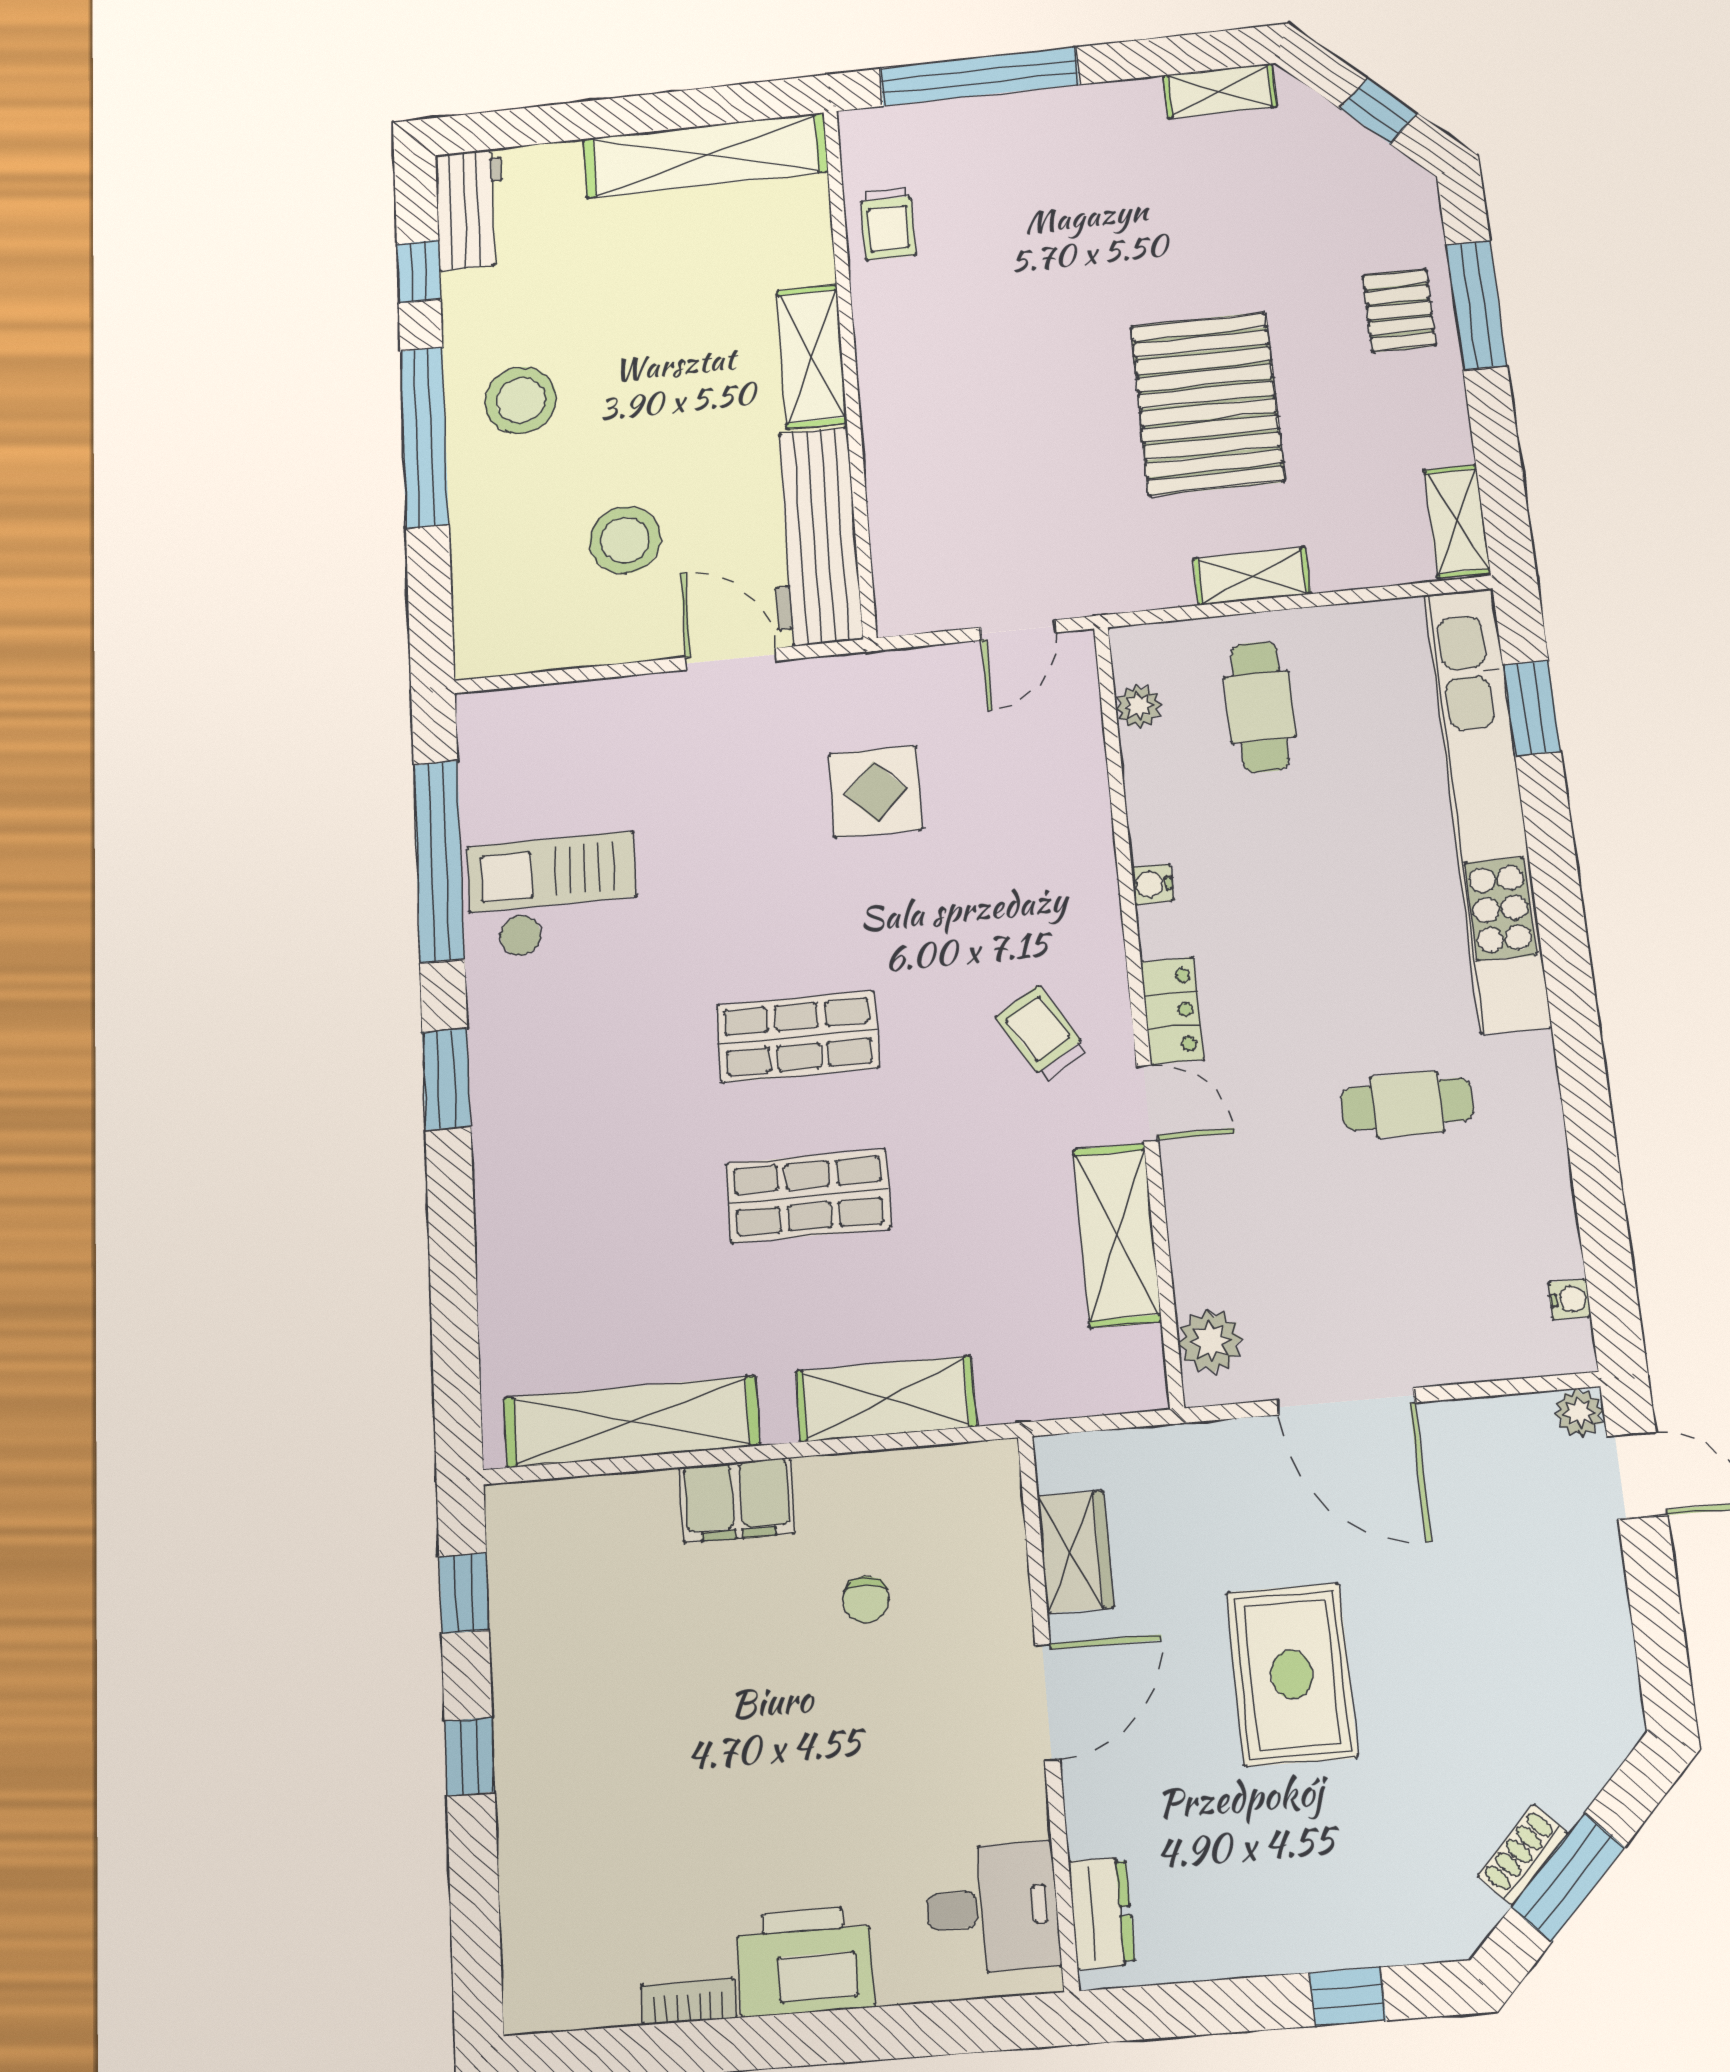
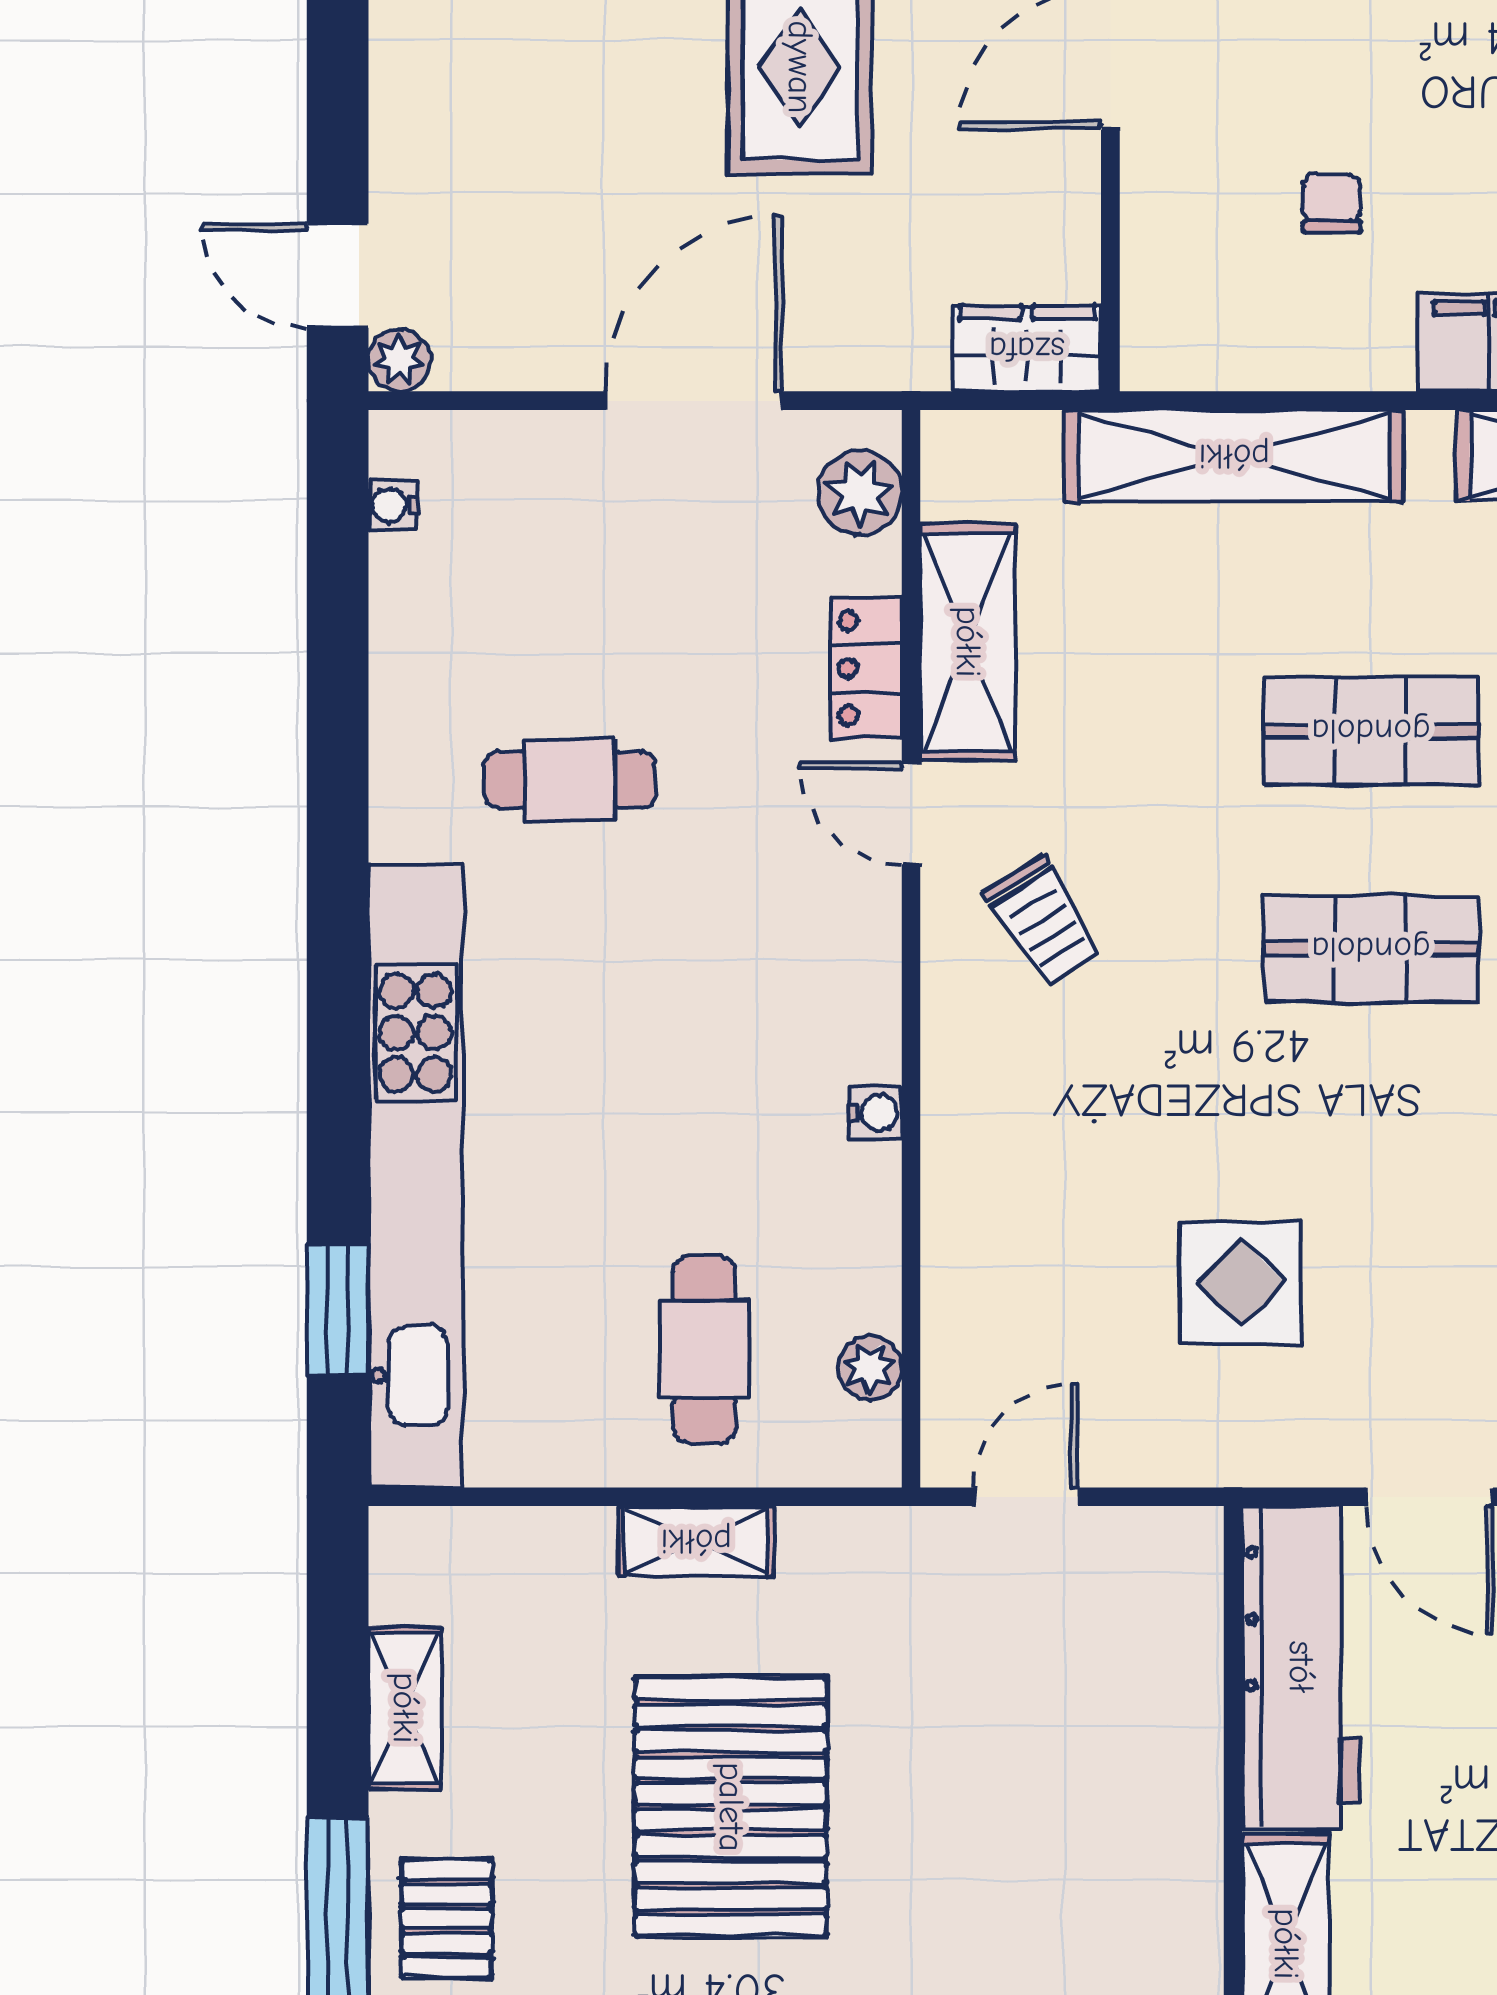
shelving: (1457, 521) -> (405, 1708), moved
locker: (1172, 1011) -> (866, 668), moved
shelving: (886, 1399) -> (1234, 456), width x1.47
door: (1346, 1401) -> (694, 401), hinge flipped
wardrobe: (1075, 1552) -> (1027, 349), moved, turned 90

